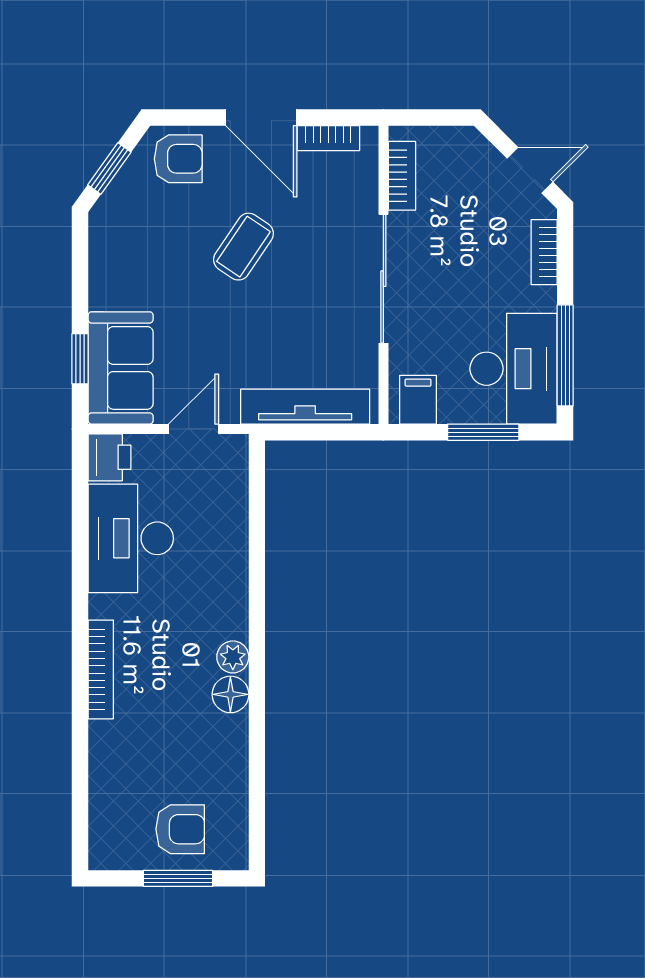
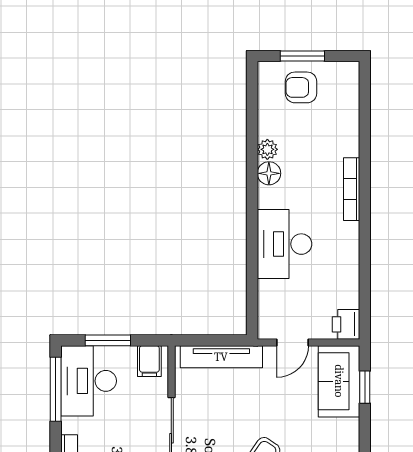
desk: (131, 538) -> (284, 244), moved, turned 180
plant: (233, 657) -> (267, 149), moved

